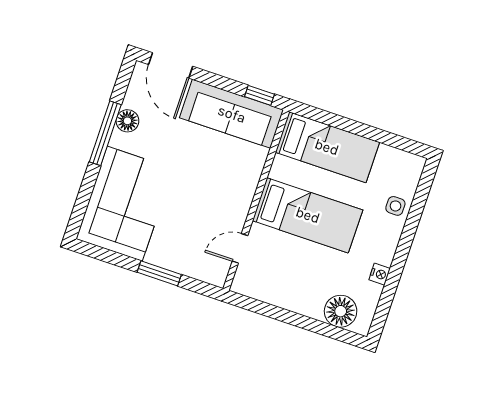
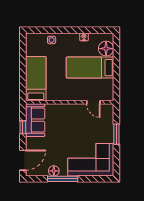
window: (259, 95) -> (23, 127), moved
sofa: (232, 114) -> (35, 120), width x0.73
bed: (308, 215) -> (90, 68), moved, turned -90

